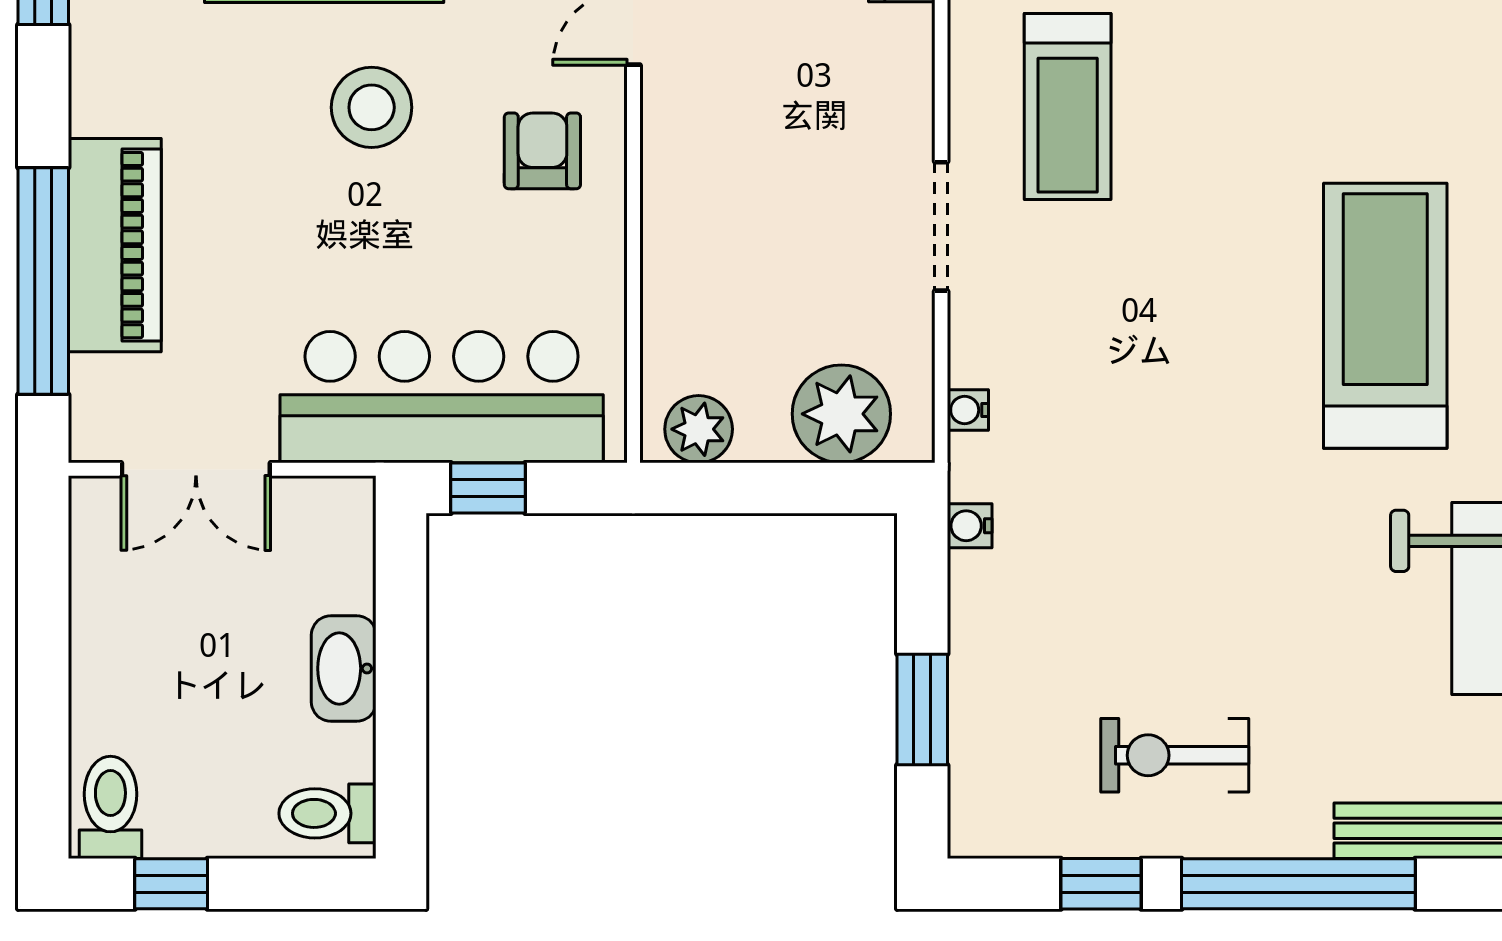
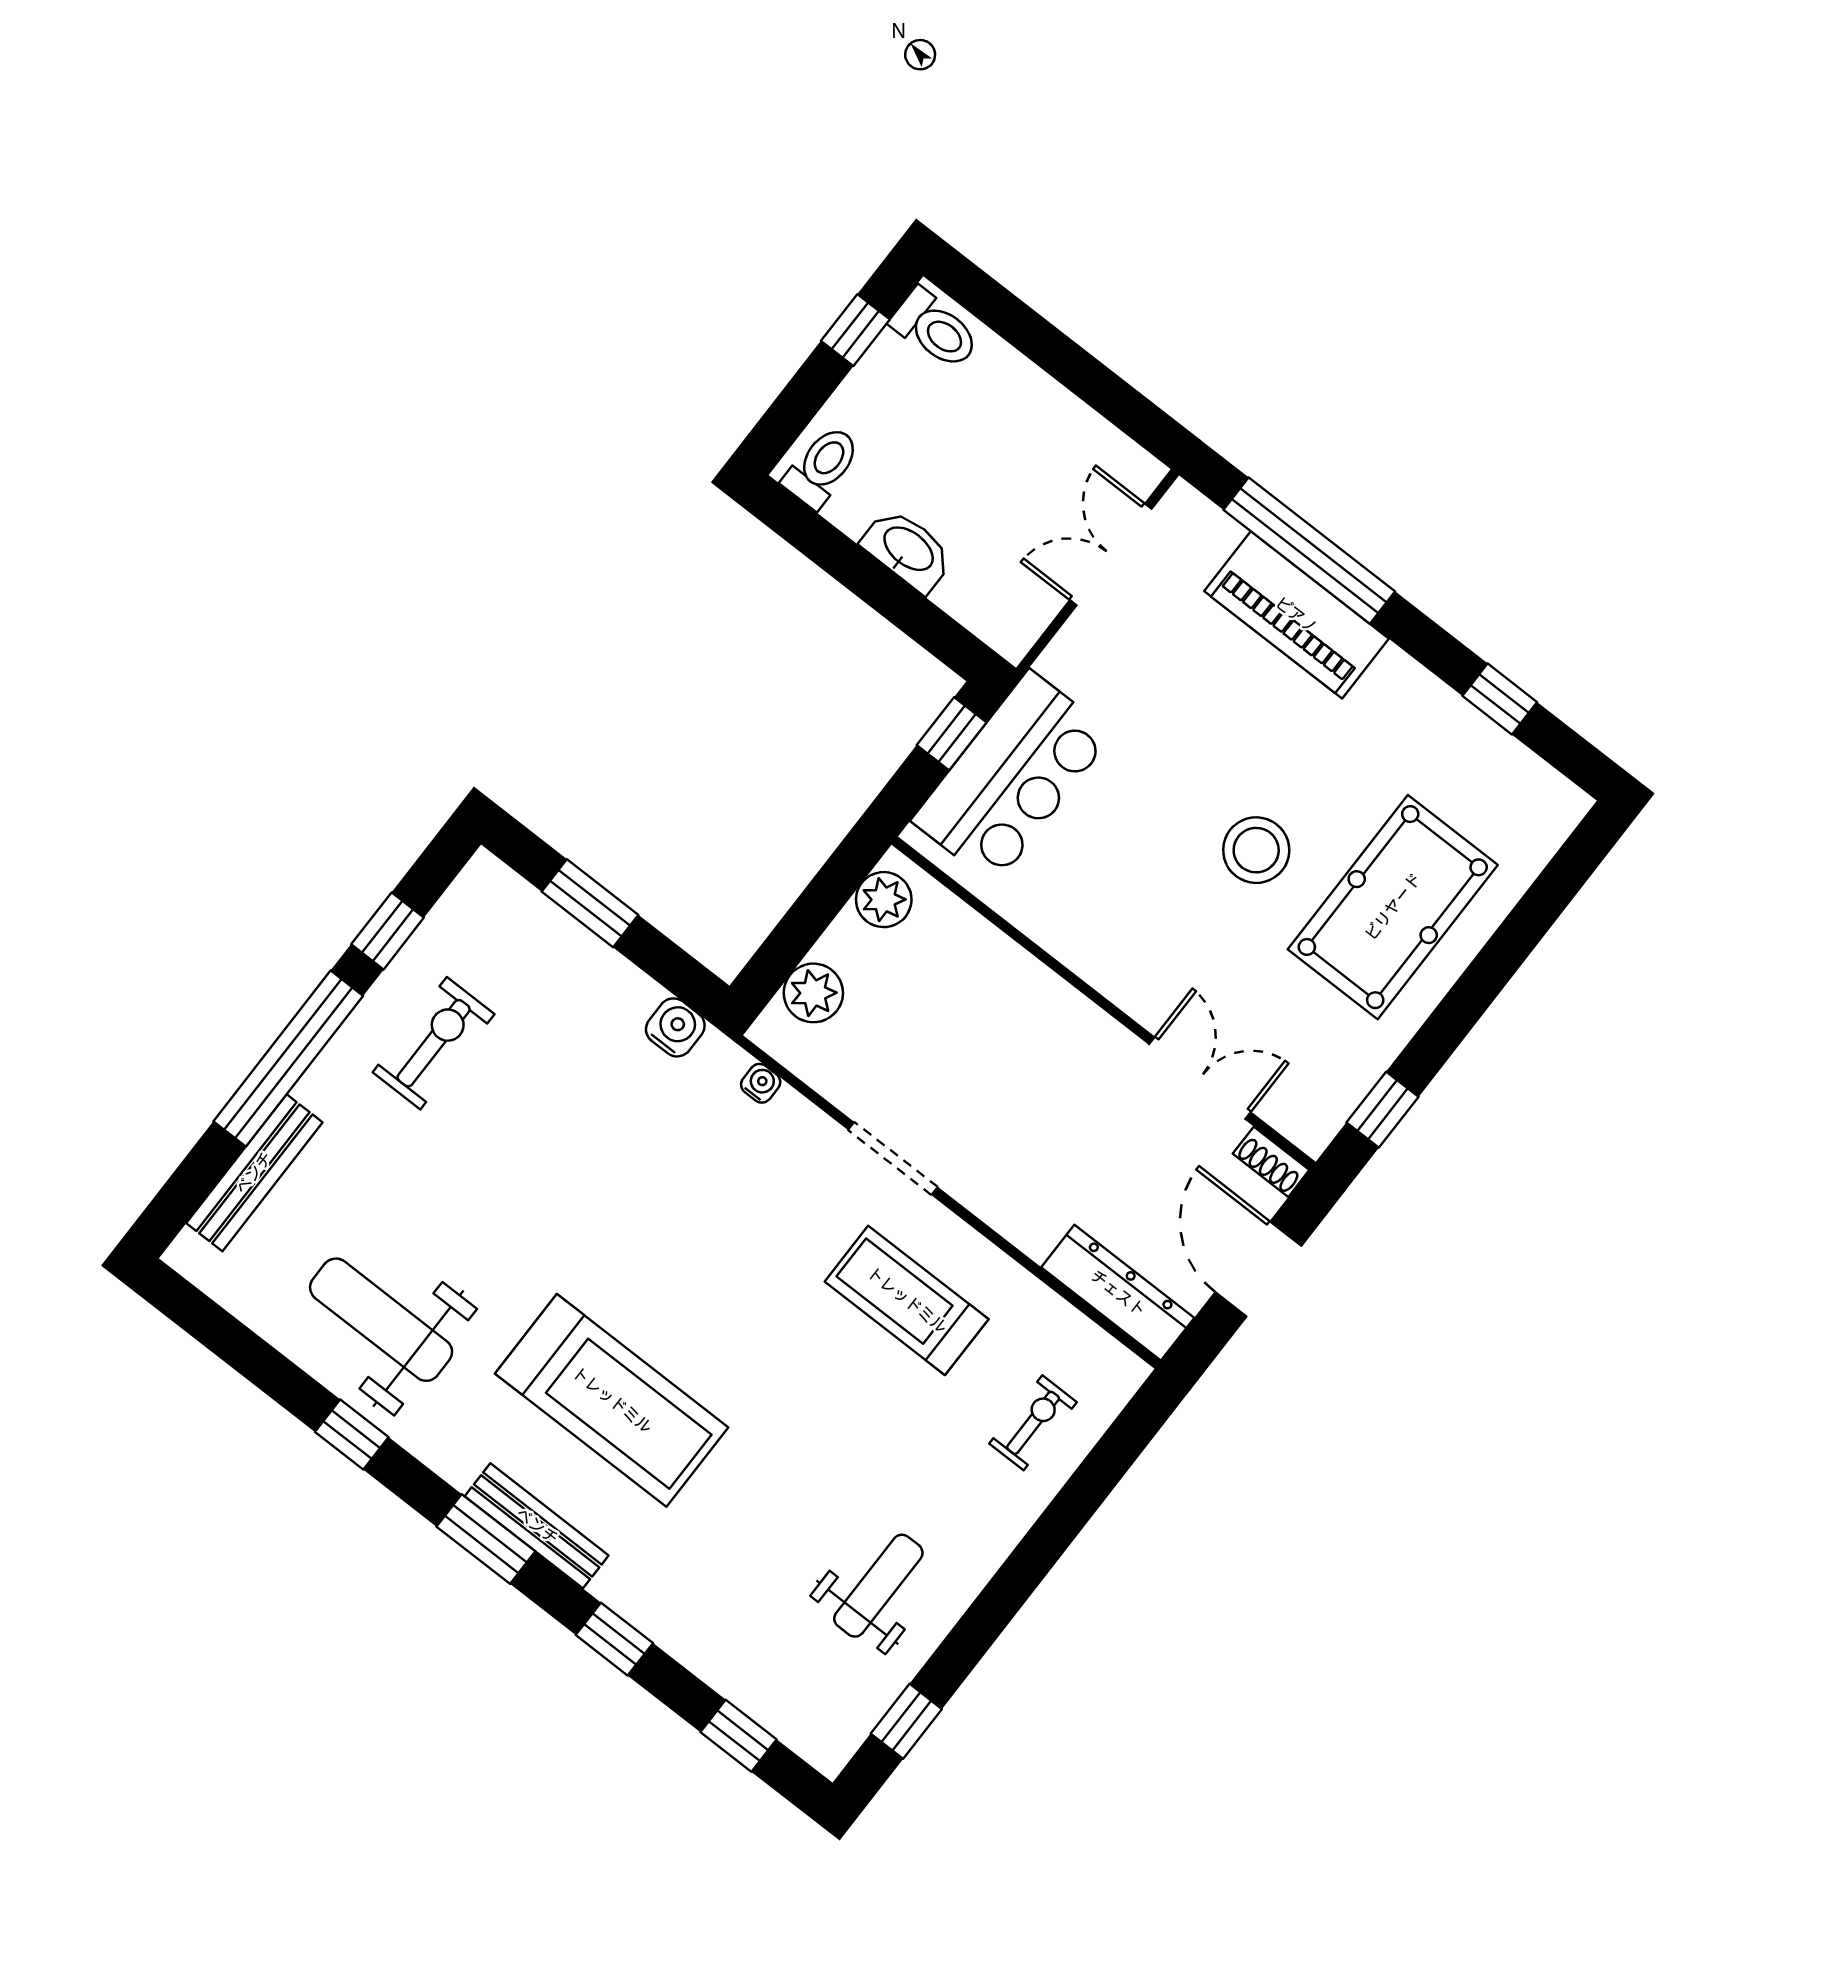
armchair: (542, 151) -> (1142, 939), removed
bar counter: (442, 397) -> (1012, 777), width x0.73
plant: (841, 414) -> (813, 993), width x0.73, depth x0.73
water cooler: (970, 526) -> (675, 1027), width x1.38, depth x1.38

